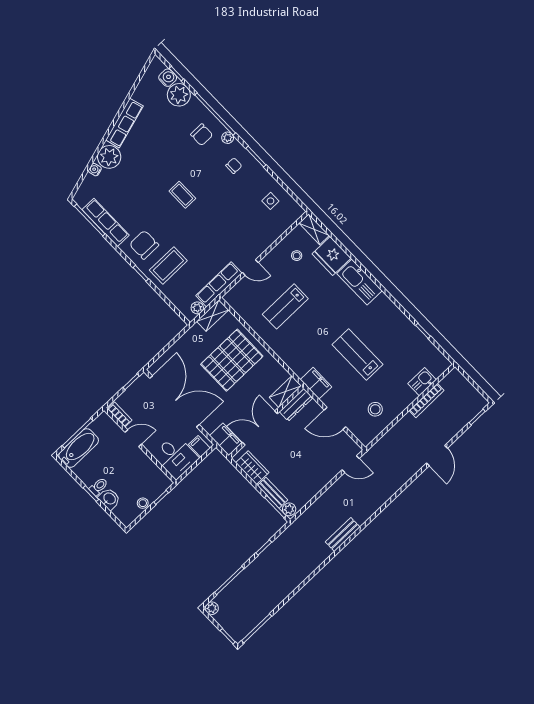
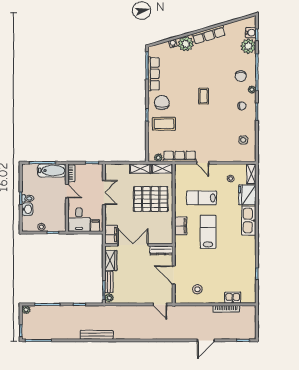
lab bench: (357, 354) -> (208, 232), moved
filing cabinet: (316, 383) -> (181, 226), moved
shelving: (285, 392) -> (140, 169), moved
double door: (174, 401) -> (104, 192), width x0.54
bathtub: (79, 448) -> (52, 170), moved
bench: (343, 535) -> (97, 335), moved, width x1.36

